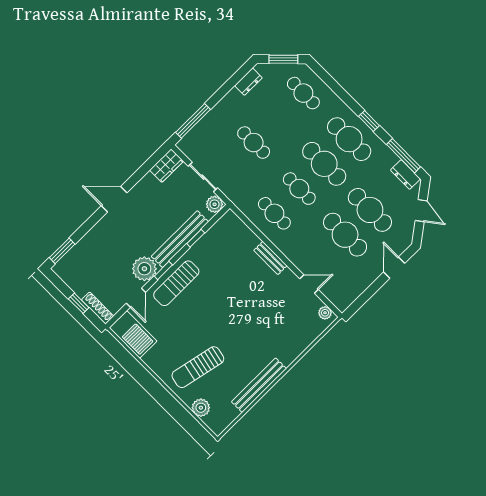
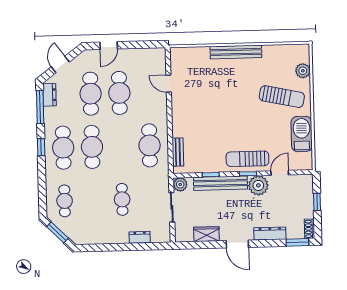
dresser: (248, 82) -> (140, 237), moved
window: (193, 121) -> (146, 246), removed
wardrobe: (166, 166) -> (206, 234), moved
cafe table: (299, 189) -> (121, 146), removed
cafe table: (274, 213) -> (150, 145), width x1.37, depth x1.35
dresser: (94, 236) -> (270, 234), added
bench: (270, 258) -> (178, 152), moved
sun lounger: (176, 283) -> (247, 159), turned 180
shoe rack: (98, 308) -> (310, 229), moved, width x0.70
plant: (325, 313) -> (175, 58), removed
barbecue: (133, 334) -> (302, 134), moved
bench: (259, 385) -> (236, 52), moved

